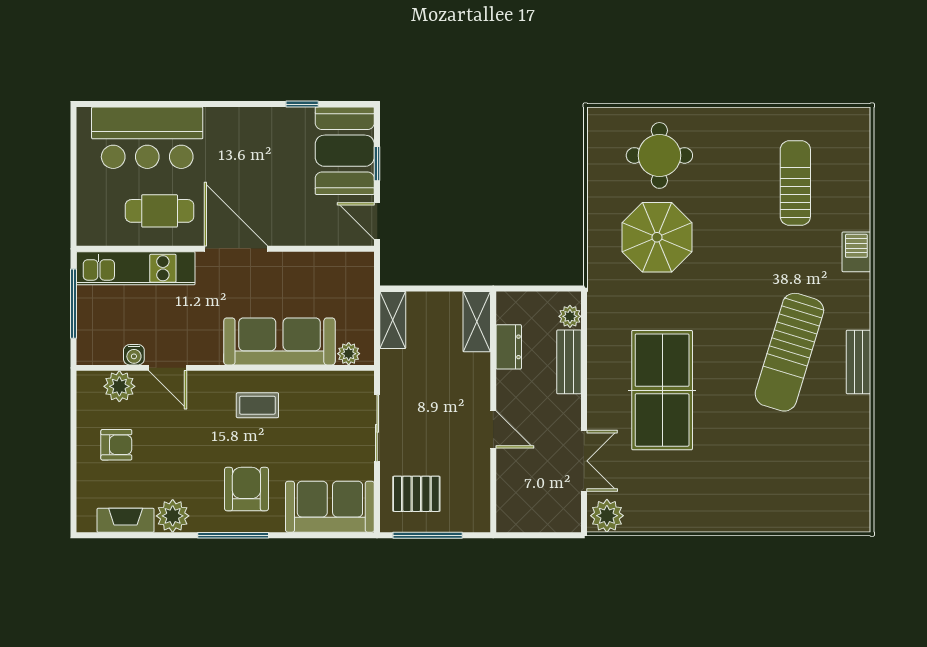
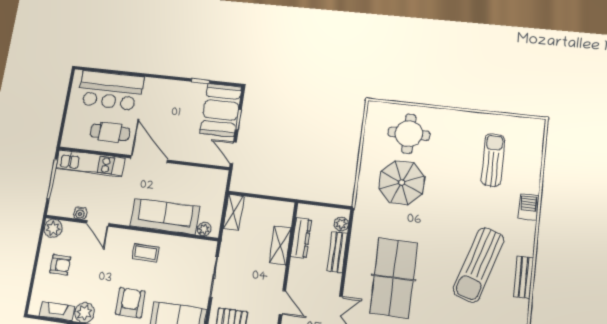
shelving: (477, 322) -> (280, 245), moved
dresser: (509, 347) -> (301, 238), width x1.44
plant: (119, 386) -> (53, 228), moved
door: (493, 430) -> (282, 303), moved

